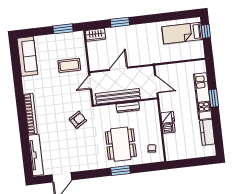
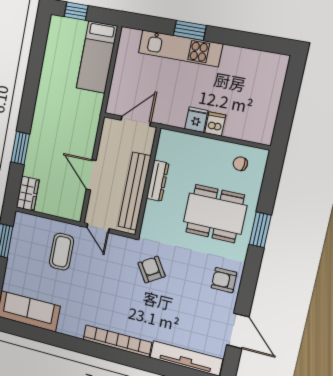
bed: (182, 33) -> (97, 57), moved
kitchen counter: (207, 132) -> (245, 59), removed
armchair: (87, 161) -> (224, 280), added

